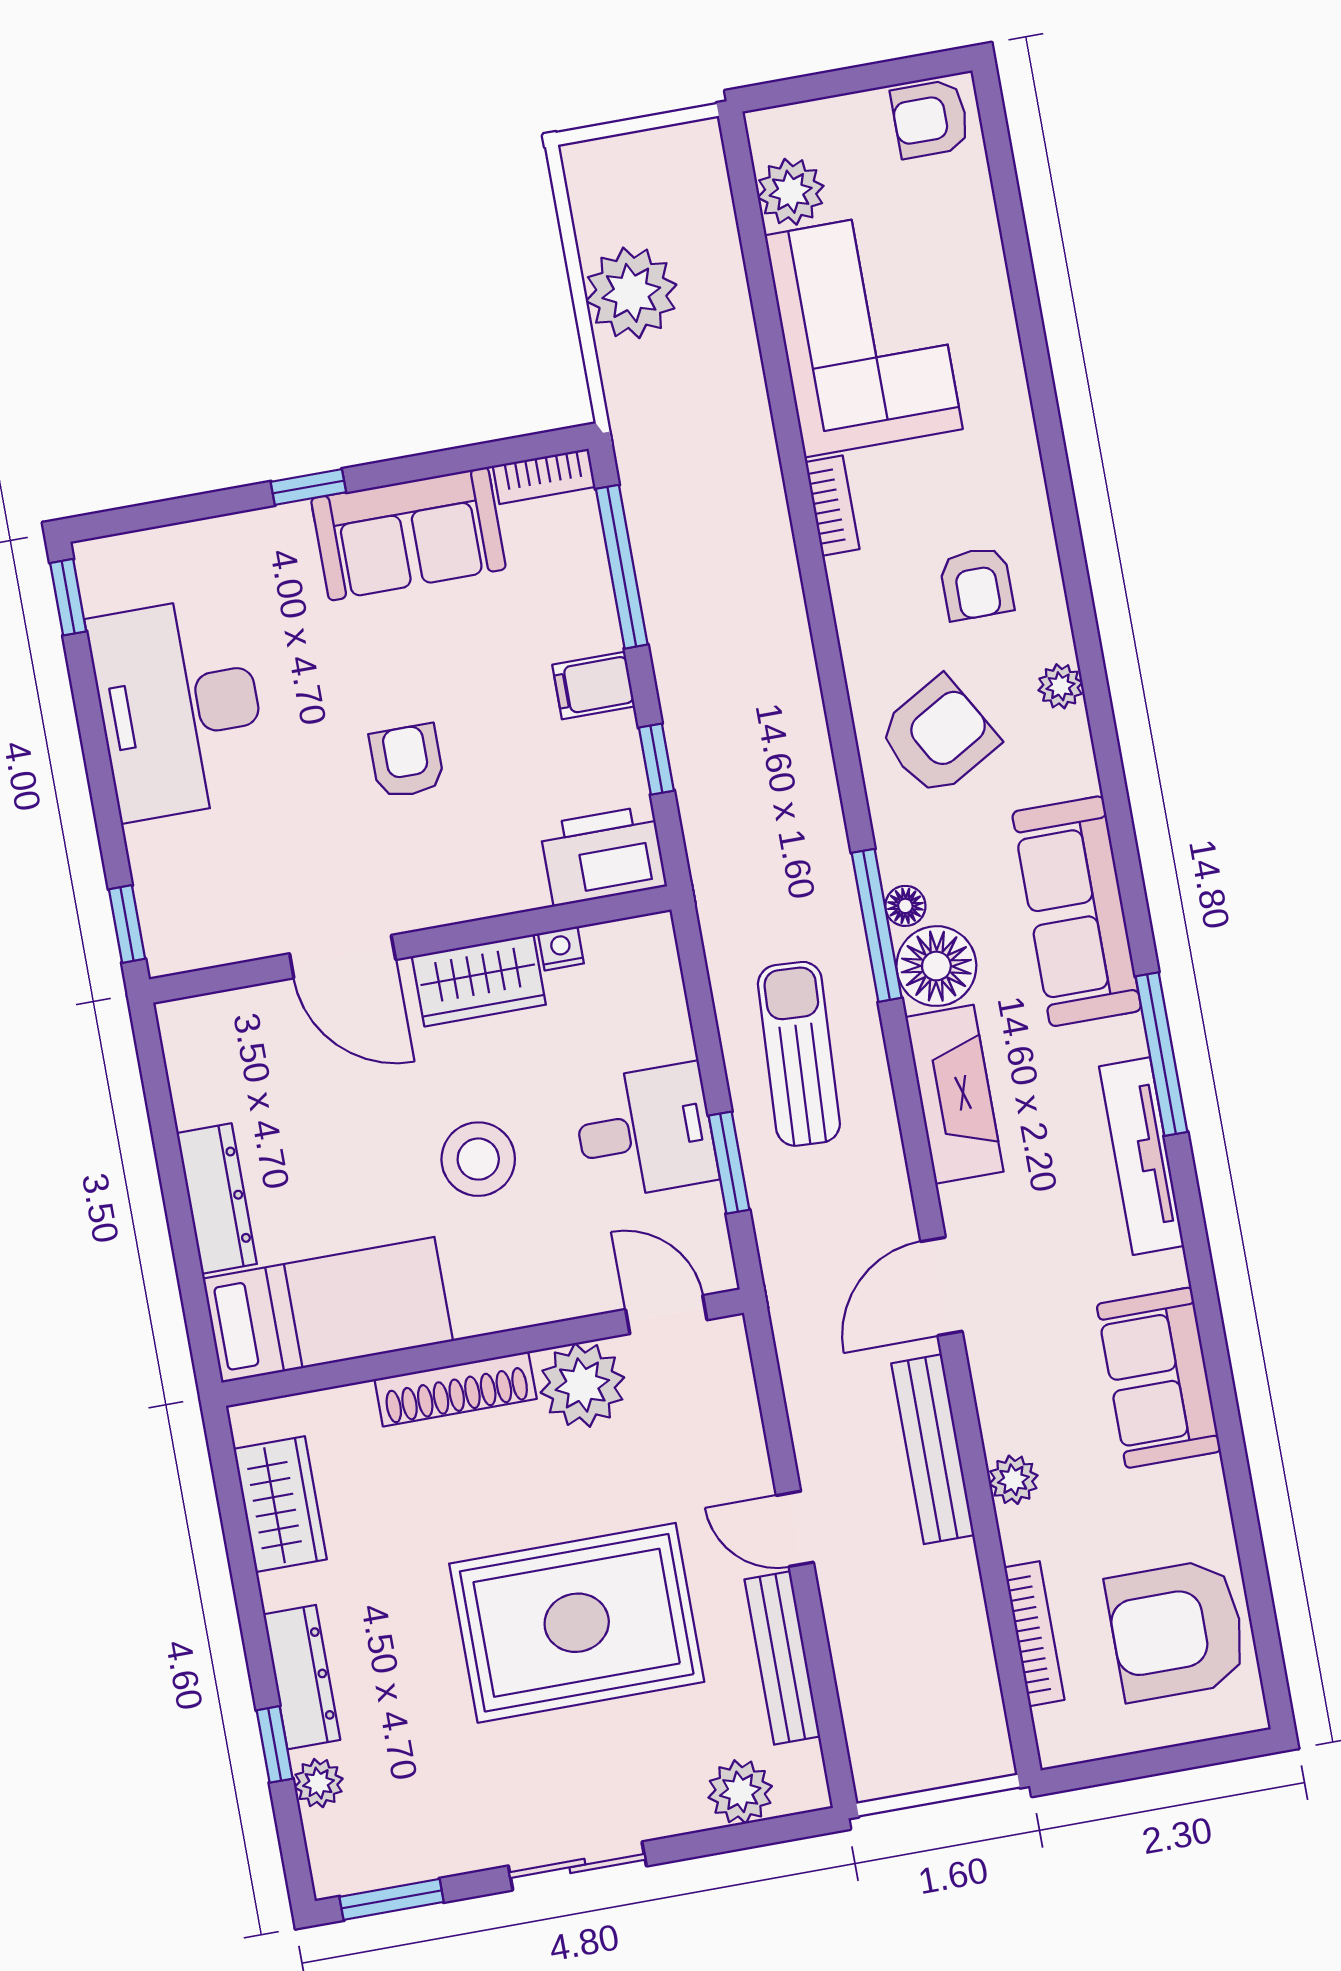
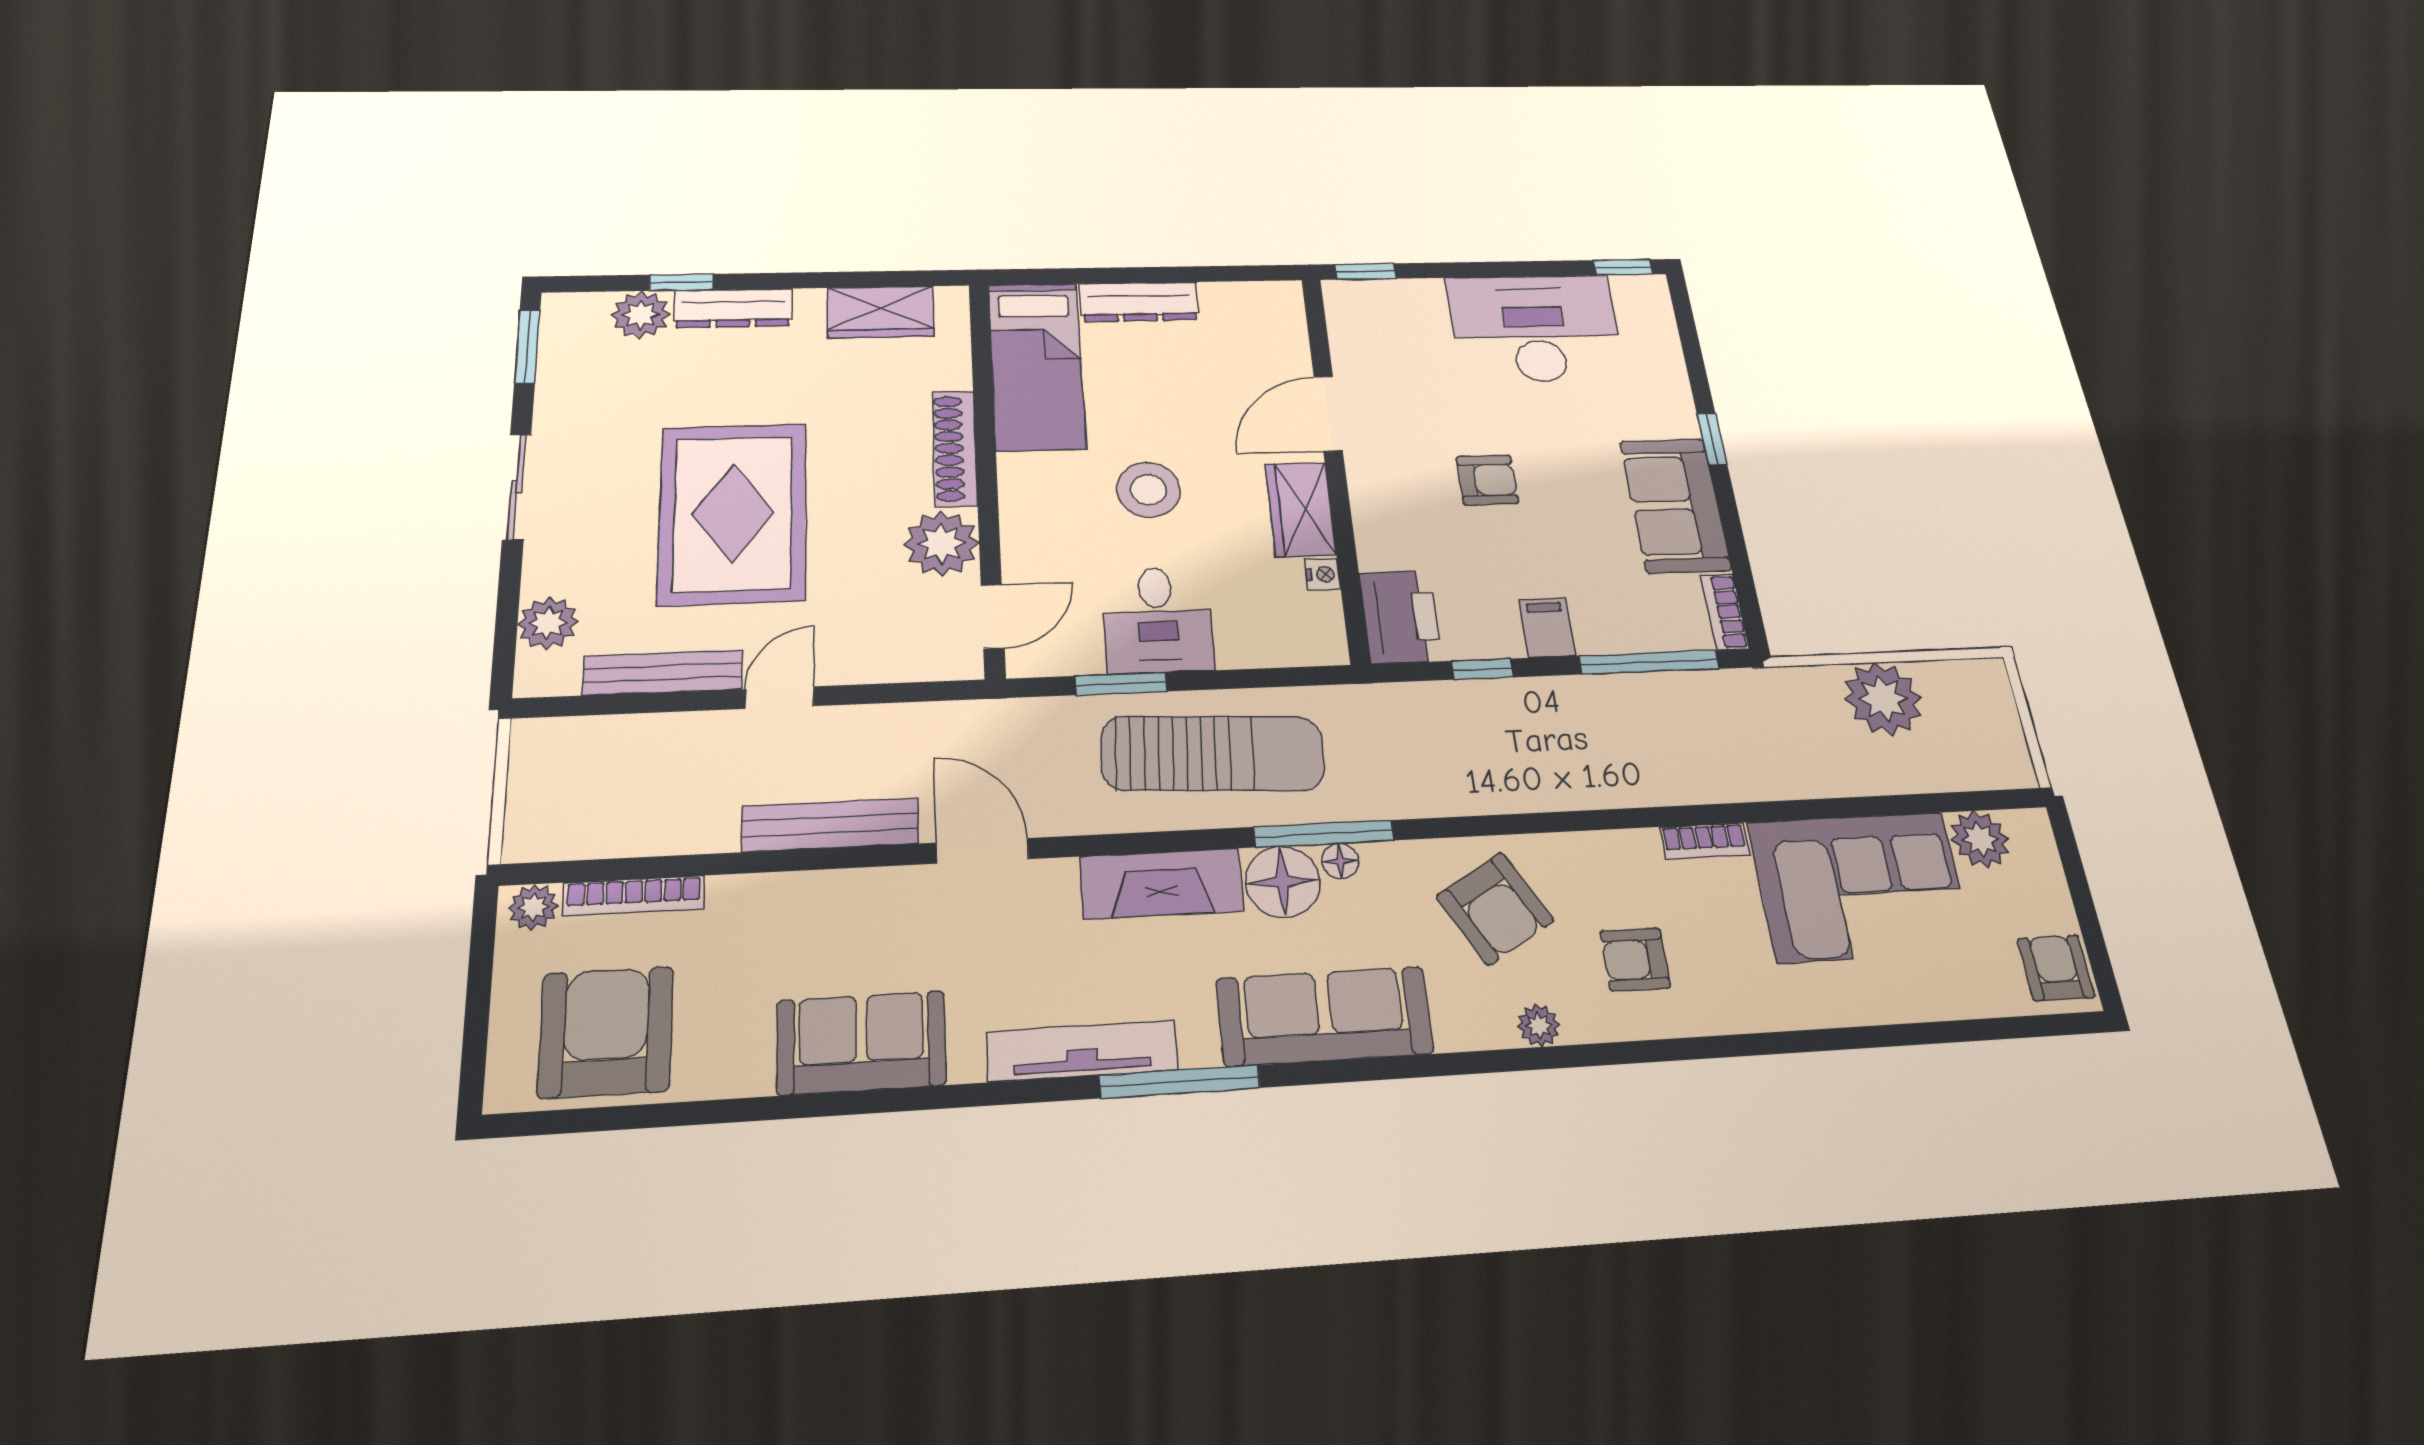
sun lounger: (799, 1054) -> (1213, 753), width x1.36, depth x1.34
plant: (1013, 1480) -> (533, 907), moved
plant: (319, 1783) -> (641, 315), width x1.38, depth x1.38

